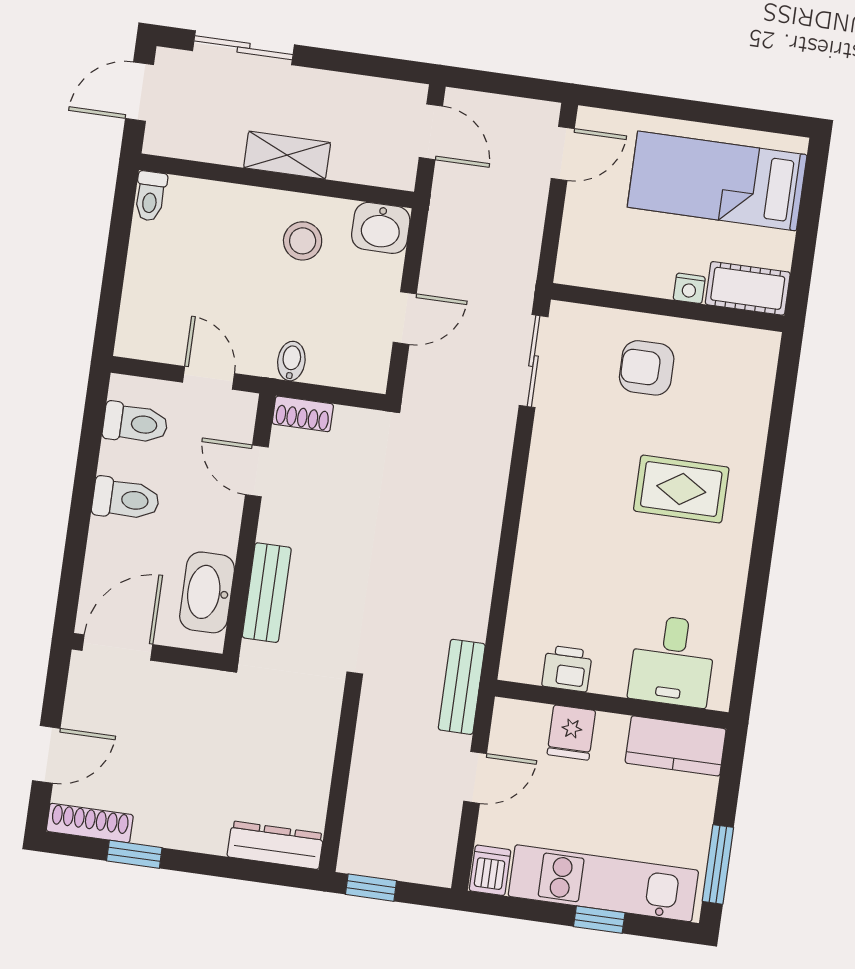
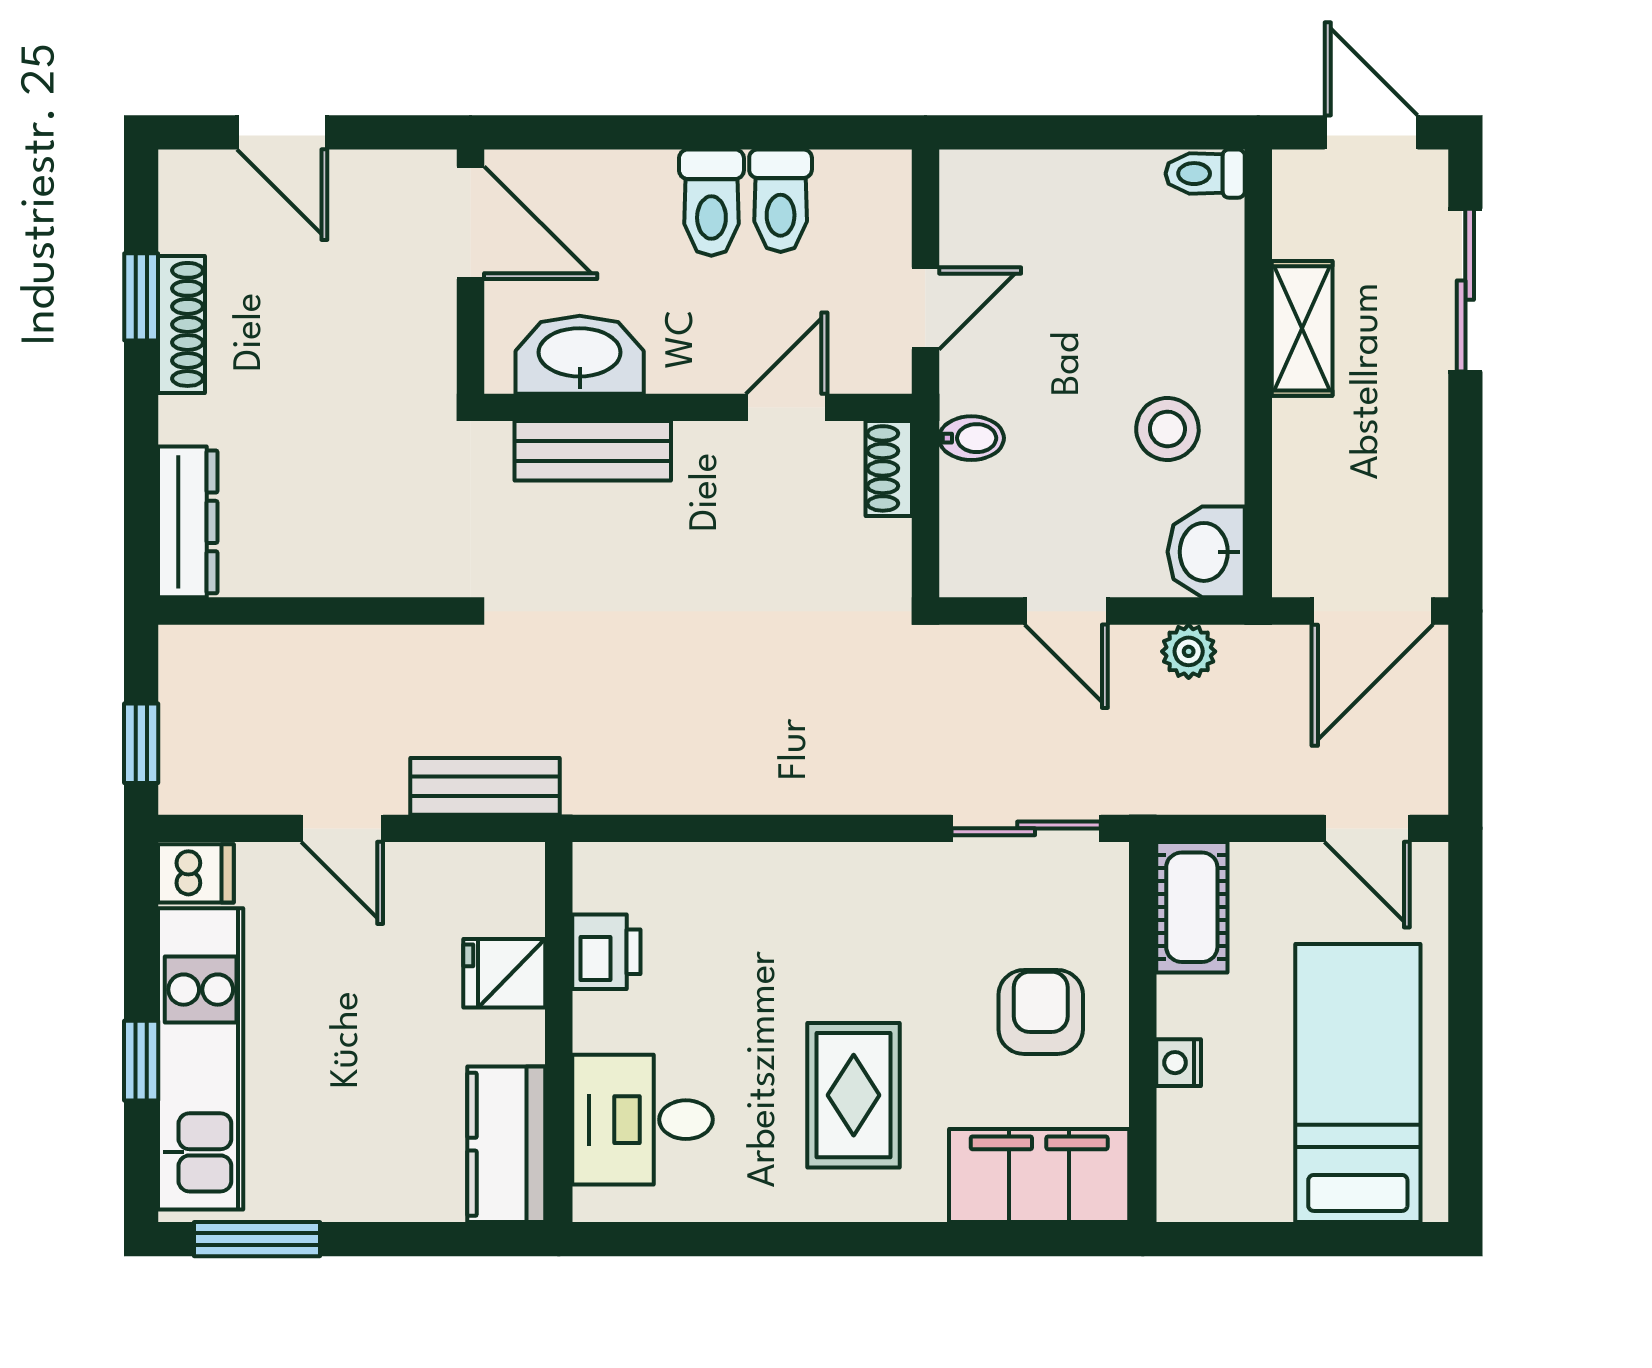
door: (431, 132) -> (1372, 611), width x1.38
shelving: (287, 155) -> (1302, 328), moved
plant: (440, 247) -> (1189, 651), added
cot: (748, 288) -> (1192, 907), moved
filing cabinet: (746, 383) -> (1039, 1175), added
toilet: (135, 423) -> (781, 201), moved
desk: (672, 661) -> (642, 1120), moved
printer: (567, 669) -> (606, 952), moved
wall: (612, 704) -> (559, 1032), moved
fridge: (571, 732) -> (504, 973), moved
kitchen counter: (676, 746) -> (506, 1144), moved
shoe rack: (90, 823) -> (181, 324), moved
window: (371, 888) -> (141, 743), moved

